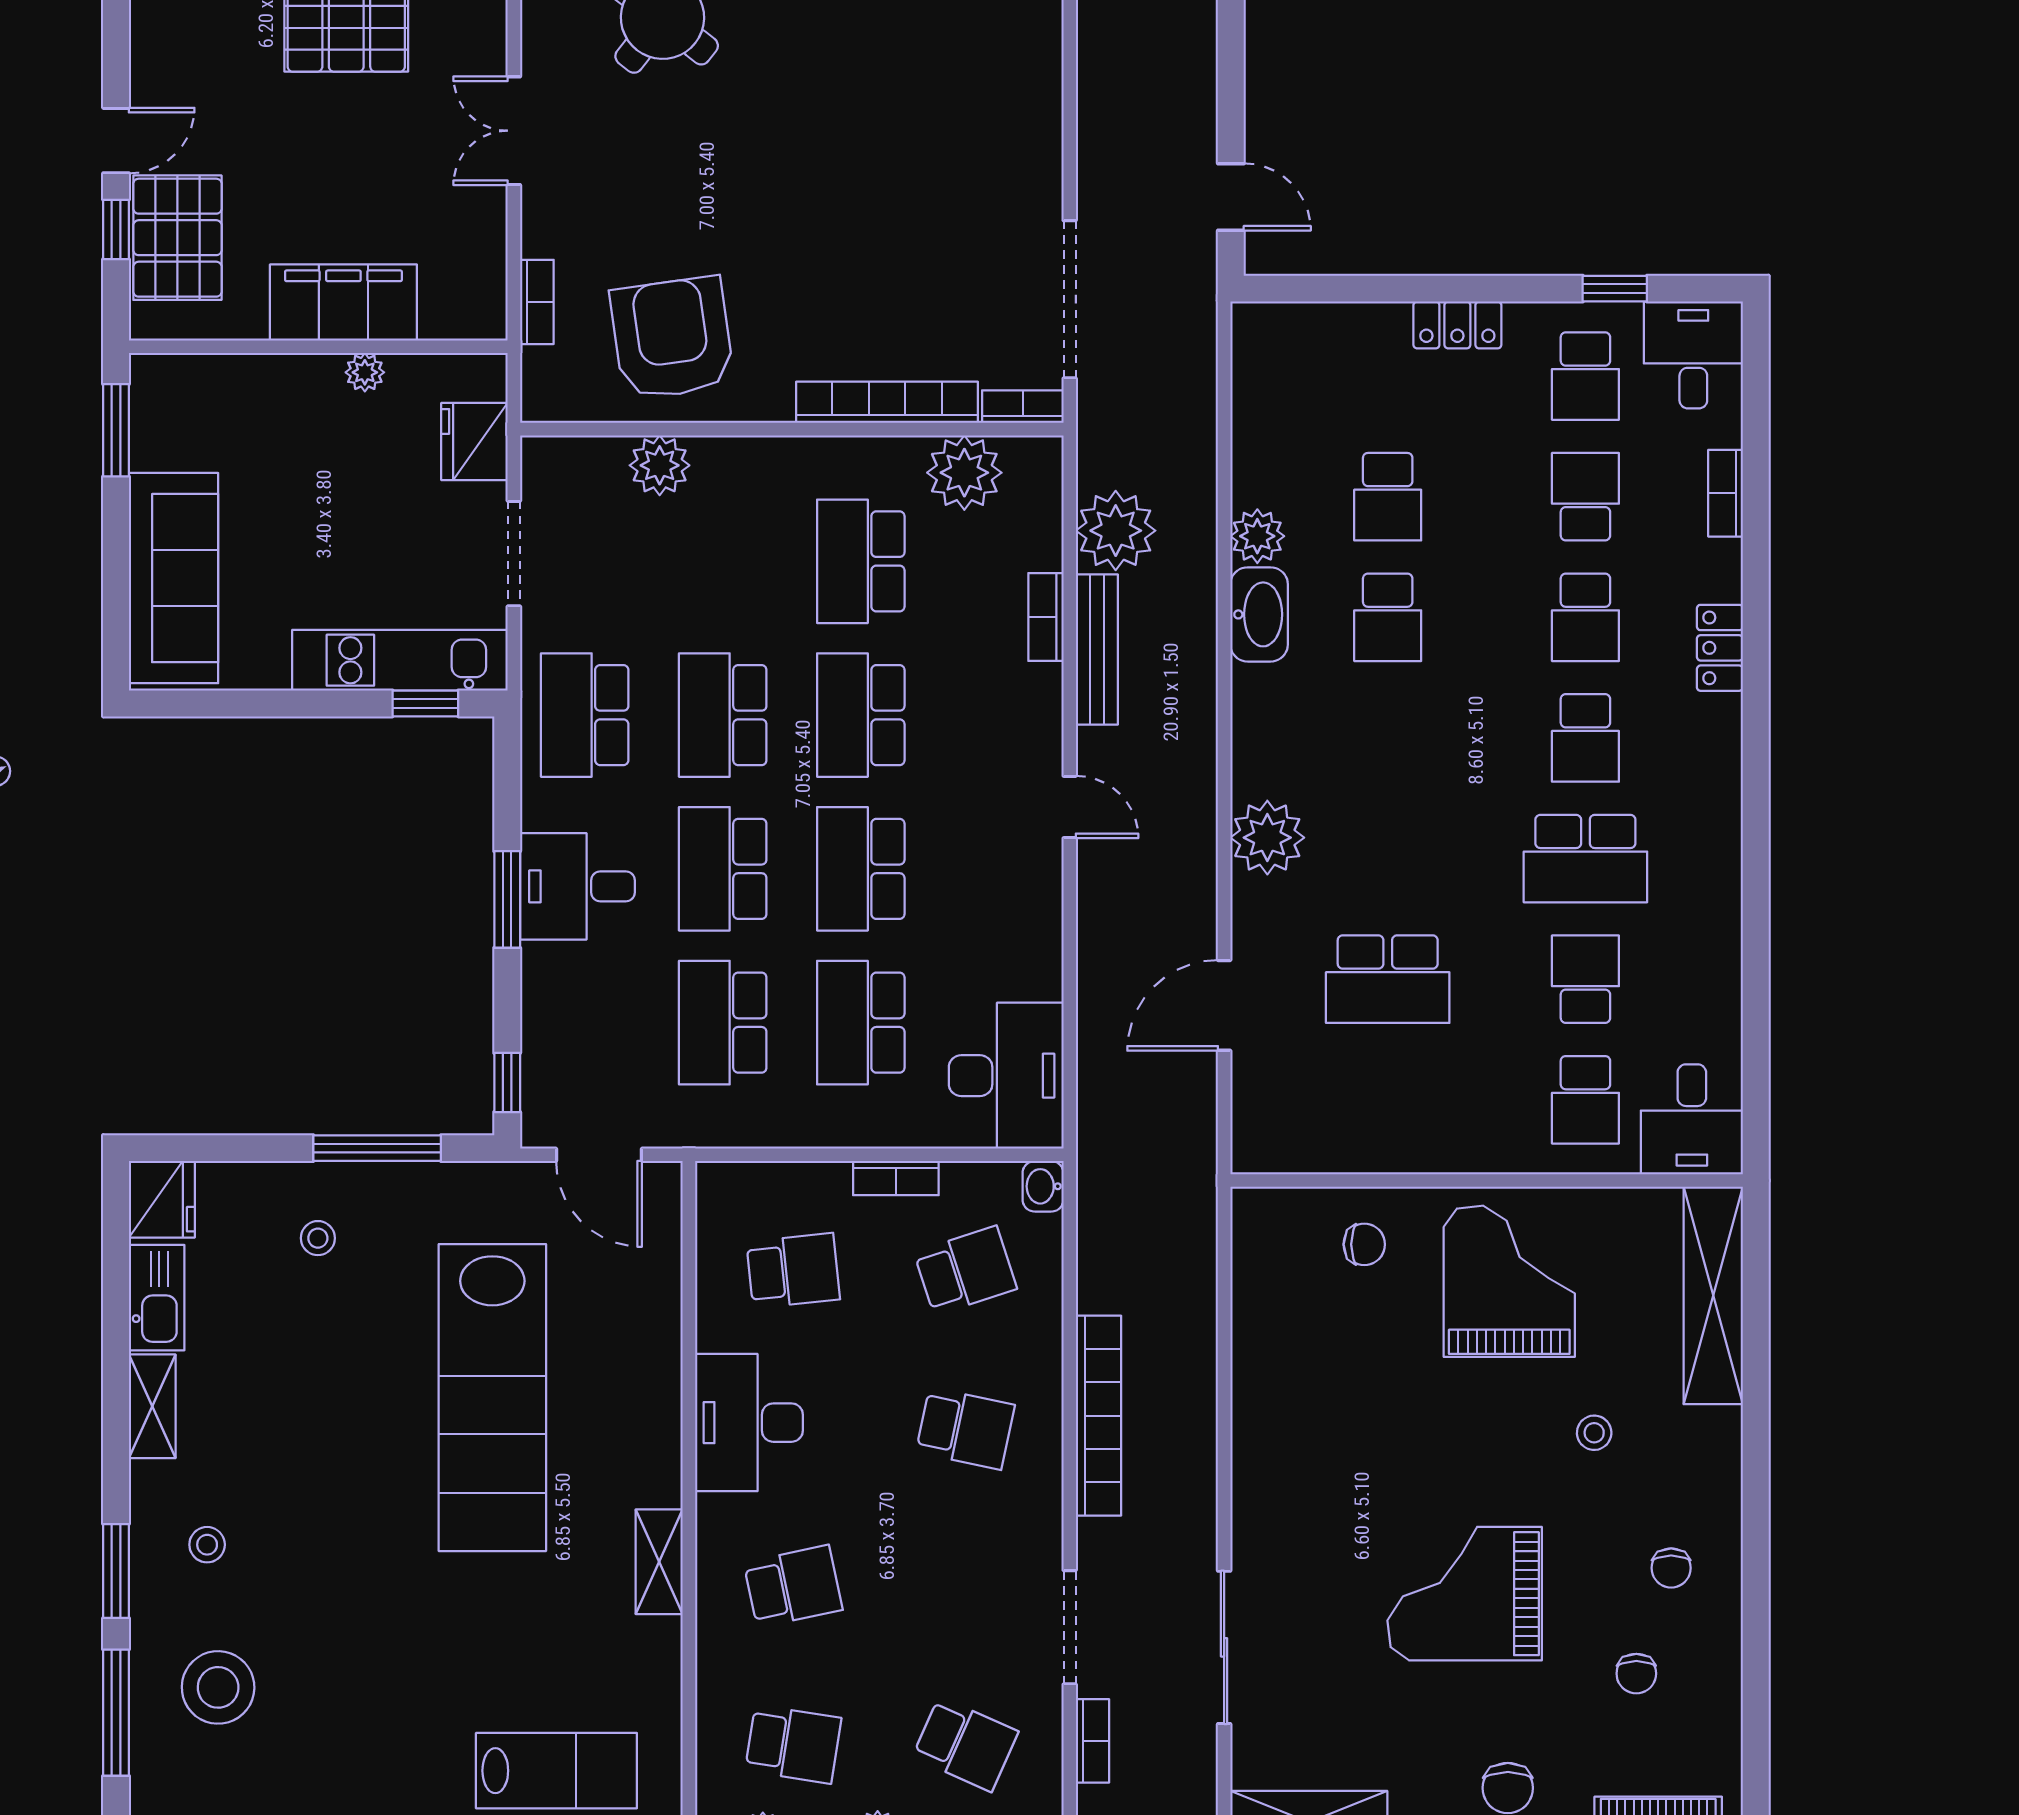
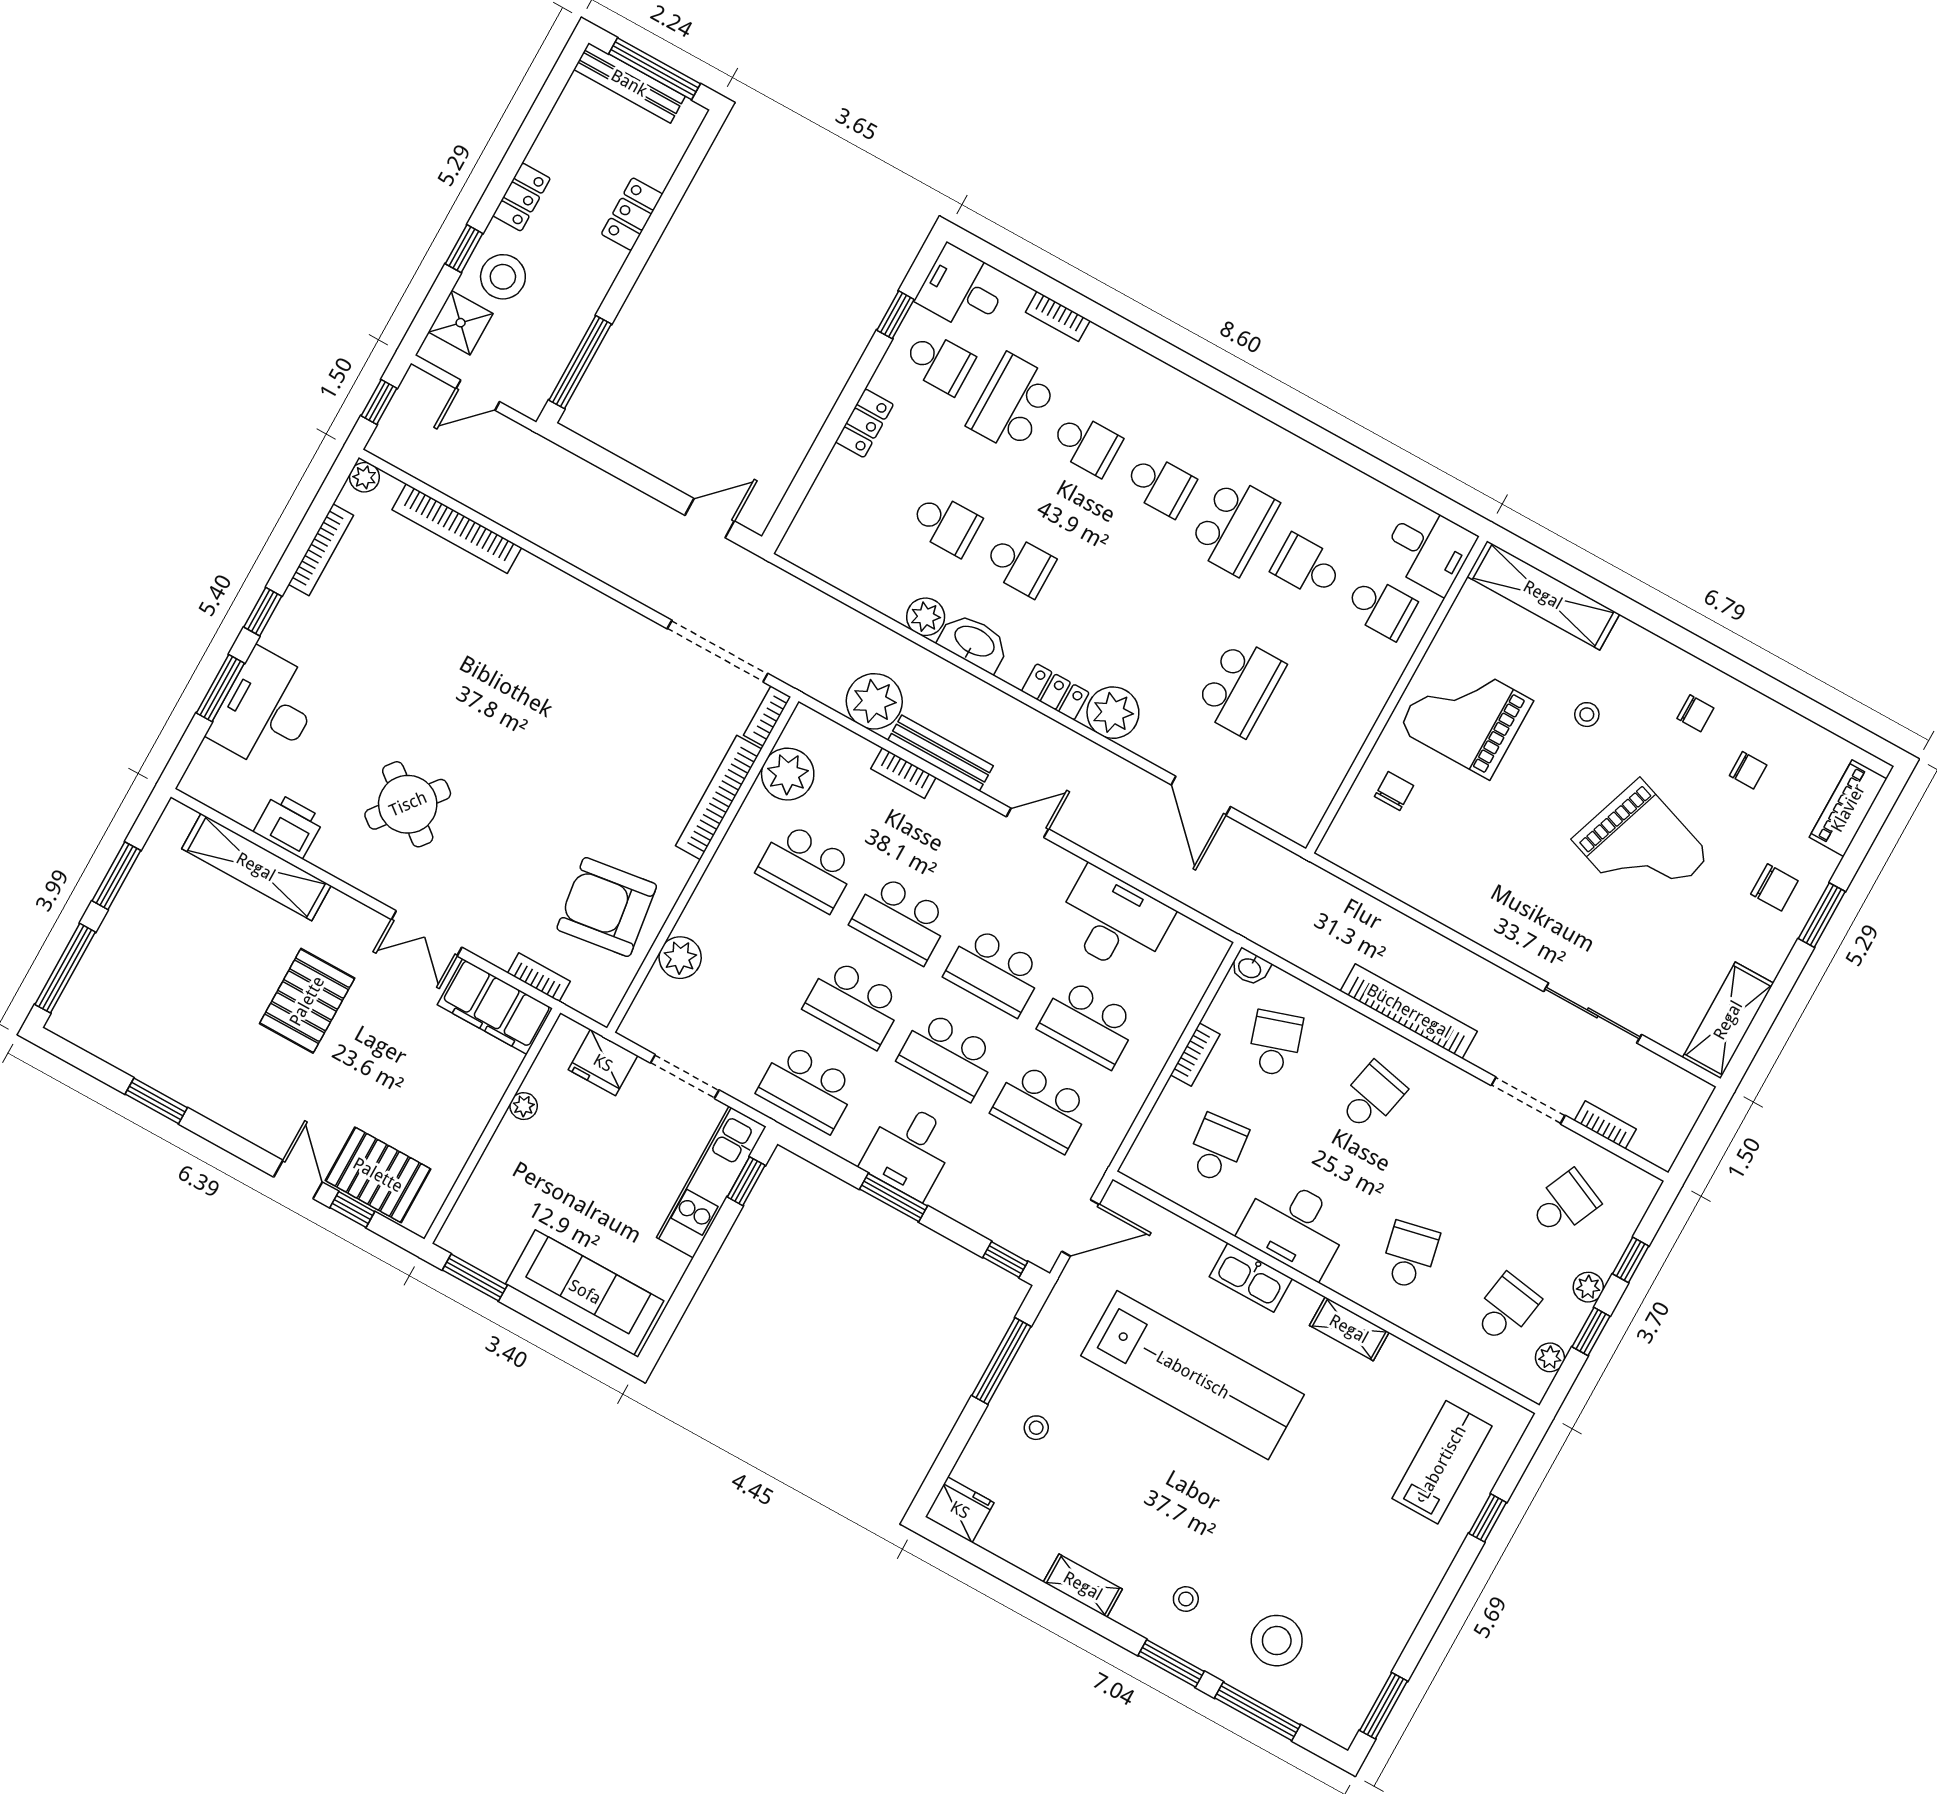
filing cabinet: (343, 302) -> (495, 1007), moved, turned -90
school desk: (1585, 497) -> (1013, 403), width x1.85
locker: (1720, 648) -> (1055, 692), moved, turned 180
desk: (1006, 1076) -> (1114, 921), moved
kitchen sink: (157, 1298) -> (1251, 1278), moved, turned 180
grand piano: (1465, 1594) -> (1641, 848), turned -71

